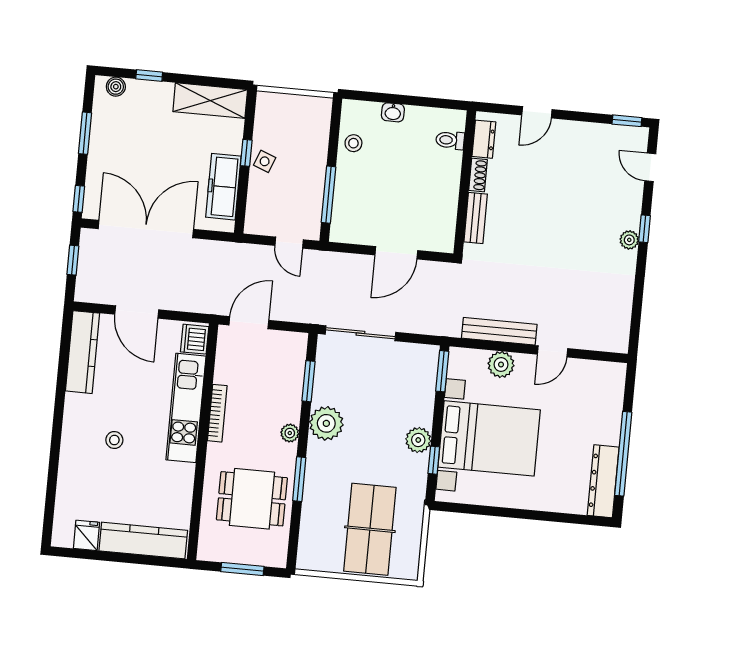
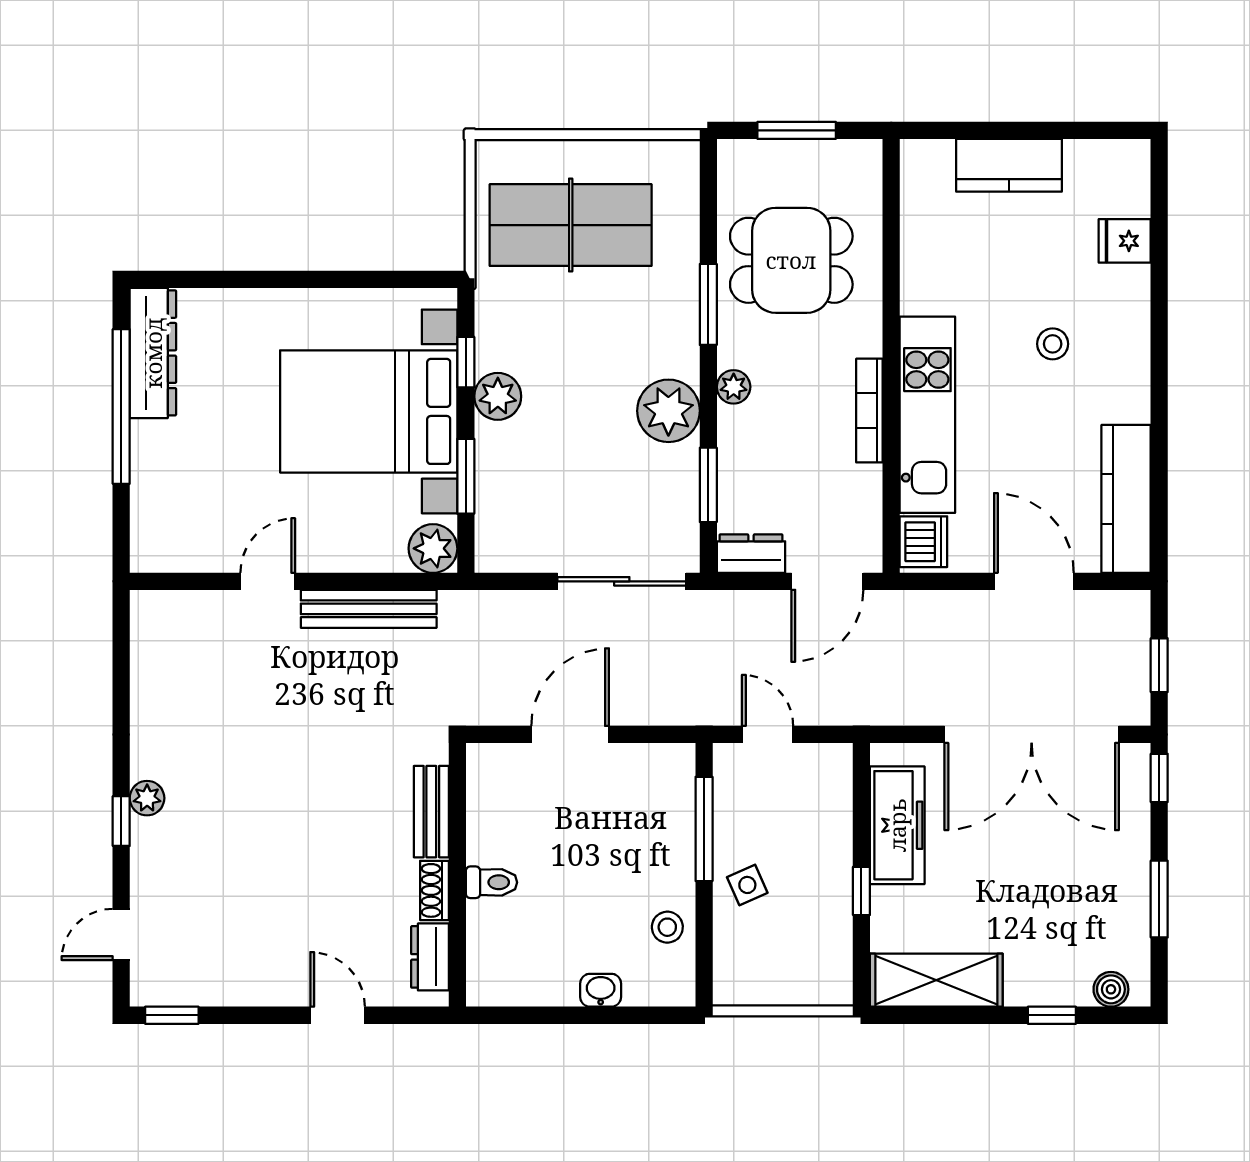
door: (537, 112) -> (338, 1015), hinge flipped
toilet: (450, 140) -> (492, 882), moved
side table: (265, 161) -> (747, 885), moved, turned 45
door: (650, 167) -> (121, 934), swing flipped
dresser: (289, 342) -> (751, 554), added
plant: (501, 364) -> (433, 548), moved
window: (442, 371) -> (466, 476), moved
table tennis table: (370, 529) -> (571, 225), turned 90
fridge: (86, 535) -> (1125, 241), moved, turned 90
kitchen counter: (143, 541) -> (1009, 165), width x0.67

